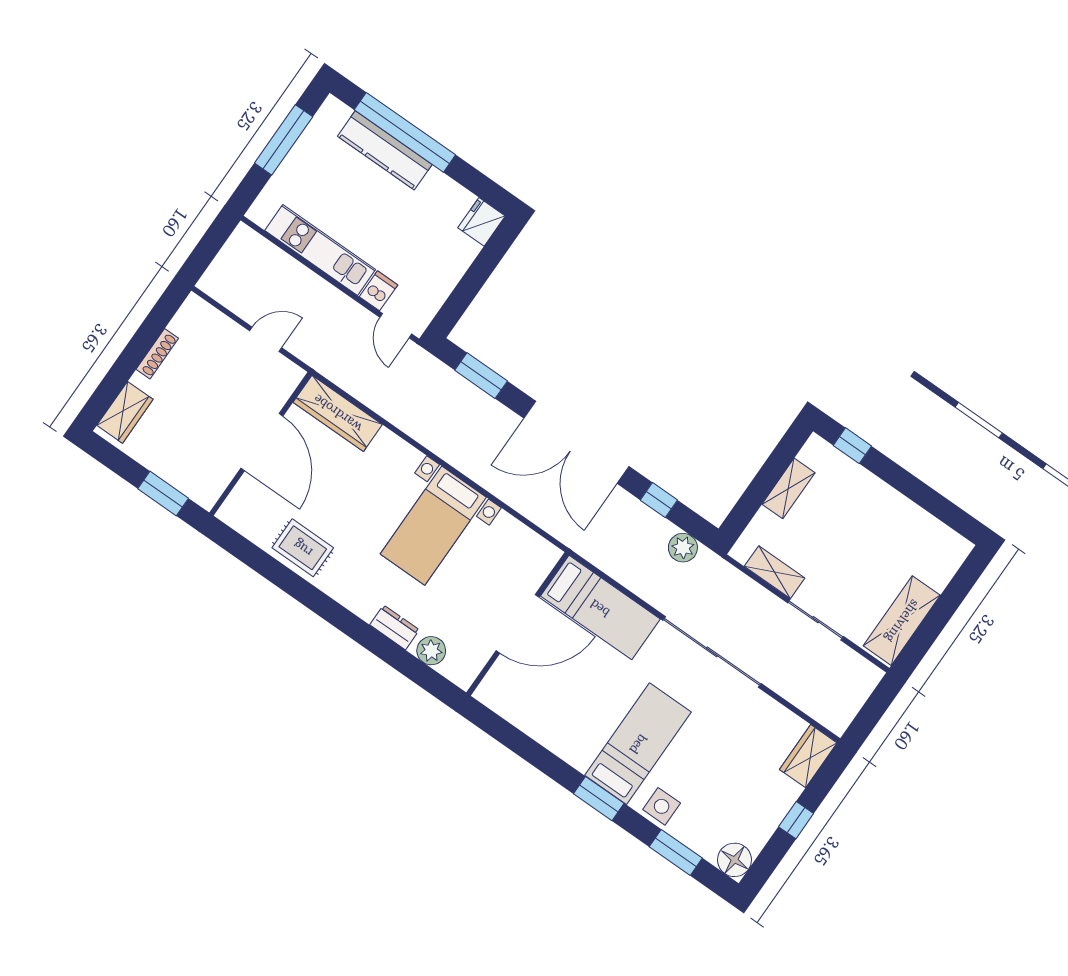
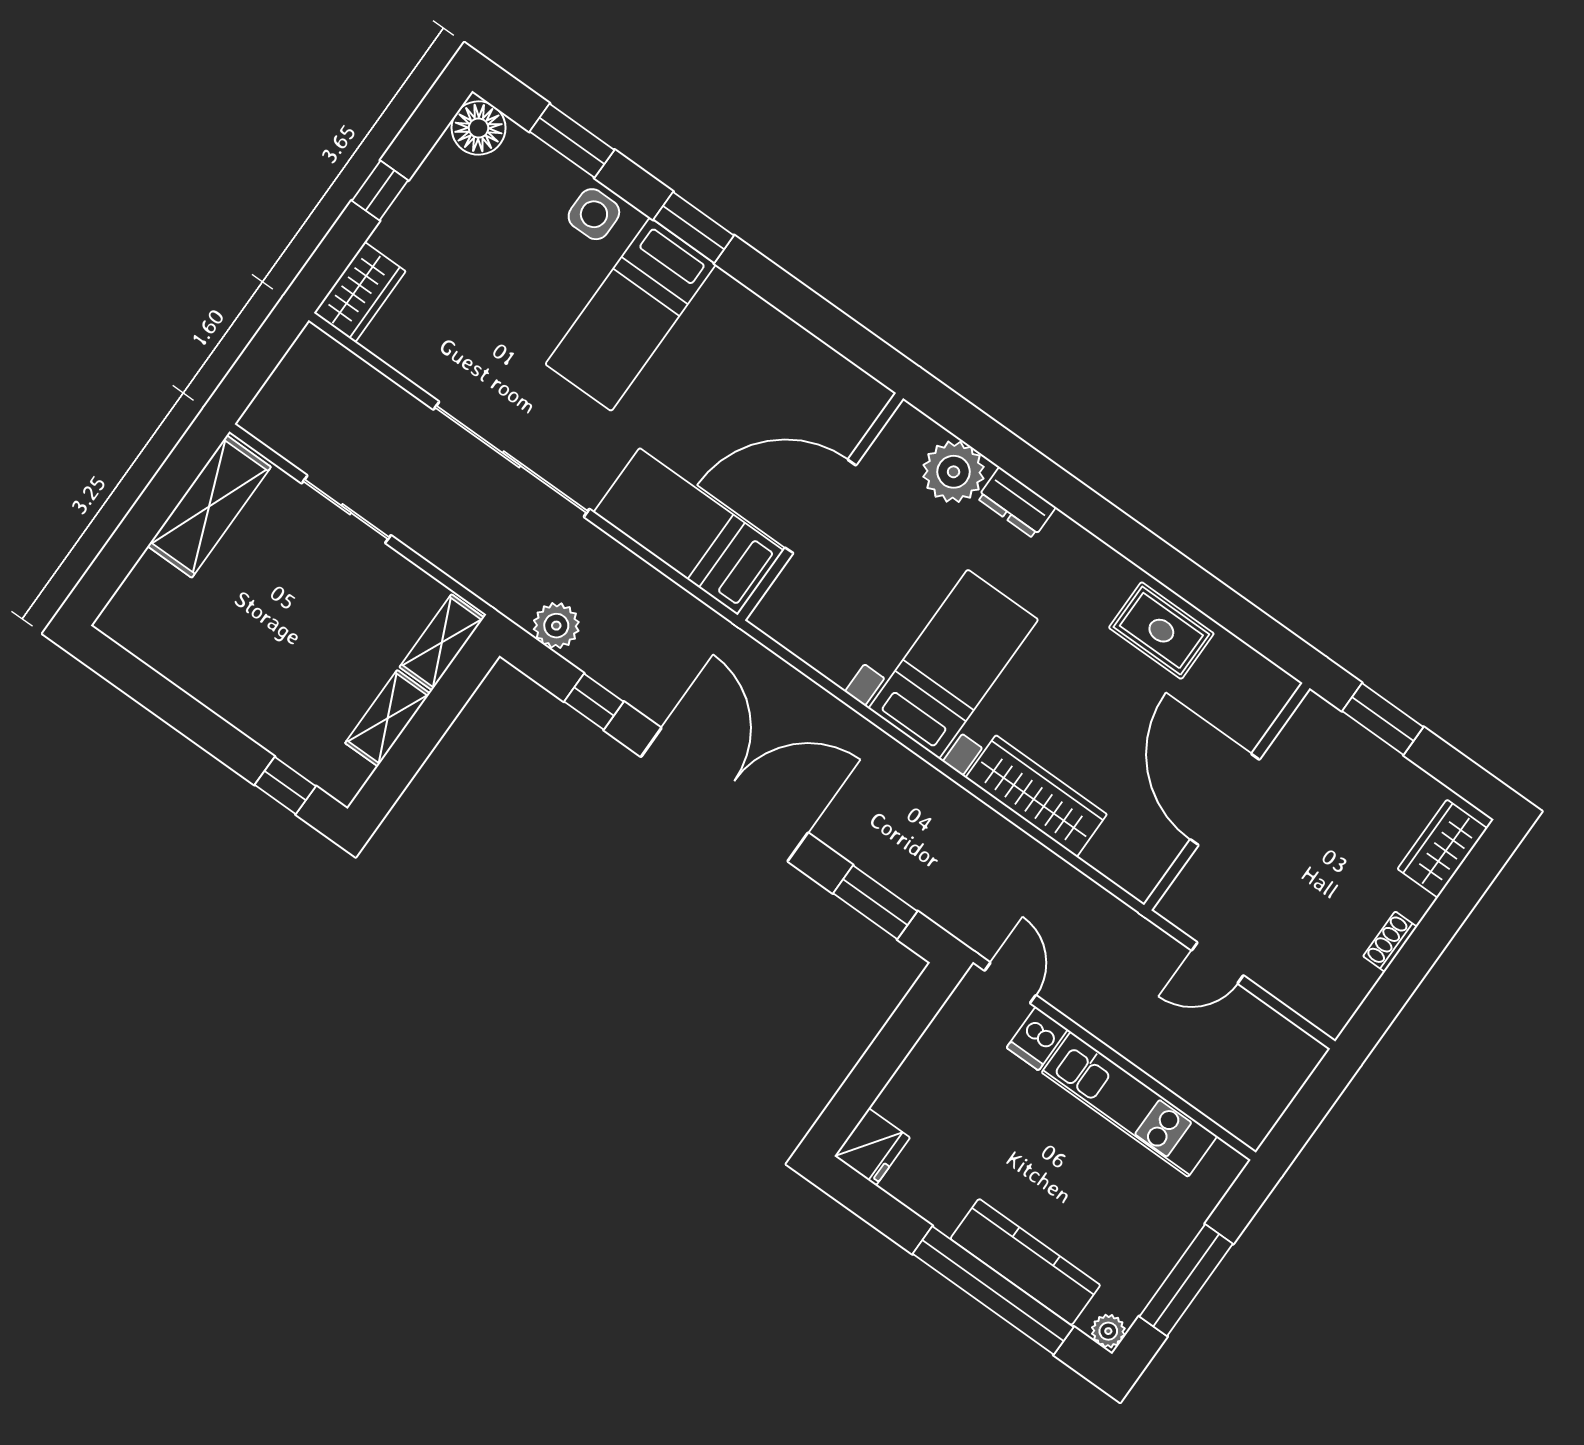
plant: (332, 107) -> (1108, 1331), added
shoe rack: (157, 354) -> (1390, 942), width x0.70
wardrobe: (338, 413) -> (1036, 796), moved
shelving: (775, 572) -> (442, 642), moved, turned 90
plant: (431, 651) -> (954, 472), width x1.36, depth x1.36

